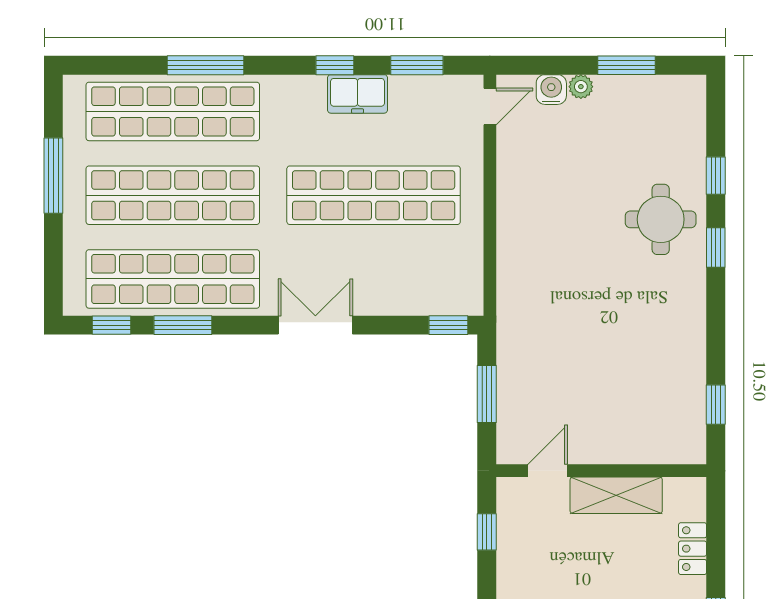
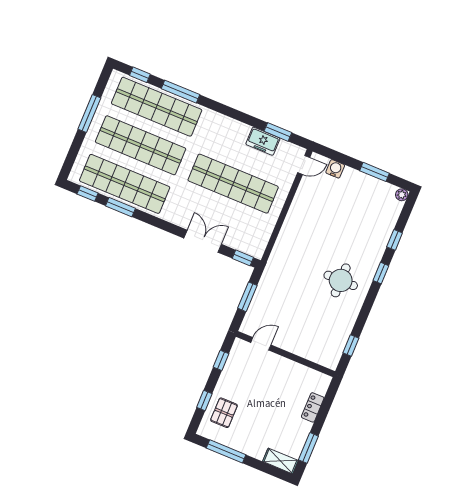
window: (335, 65) -> (140, 75), moved
plant: (581, 87) -> (402, 195), moved
freezer: (358, 94) -> (263, 141), moved
round table: (661, 219) -> (341, 280), moved
double door: (315, 325) -> (203, 241), moved
shelving: (616, 495) -> (288, 368), removed

